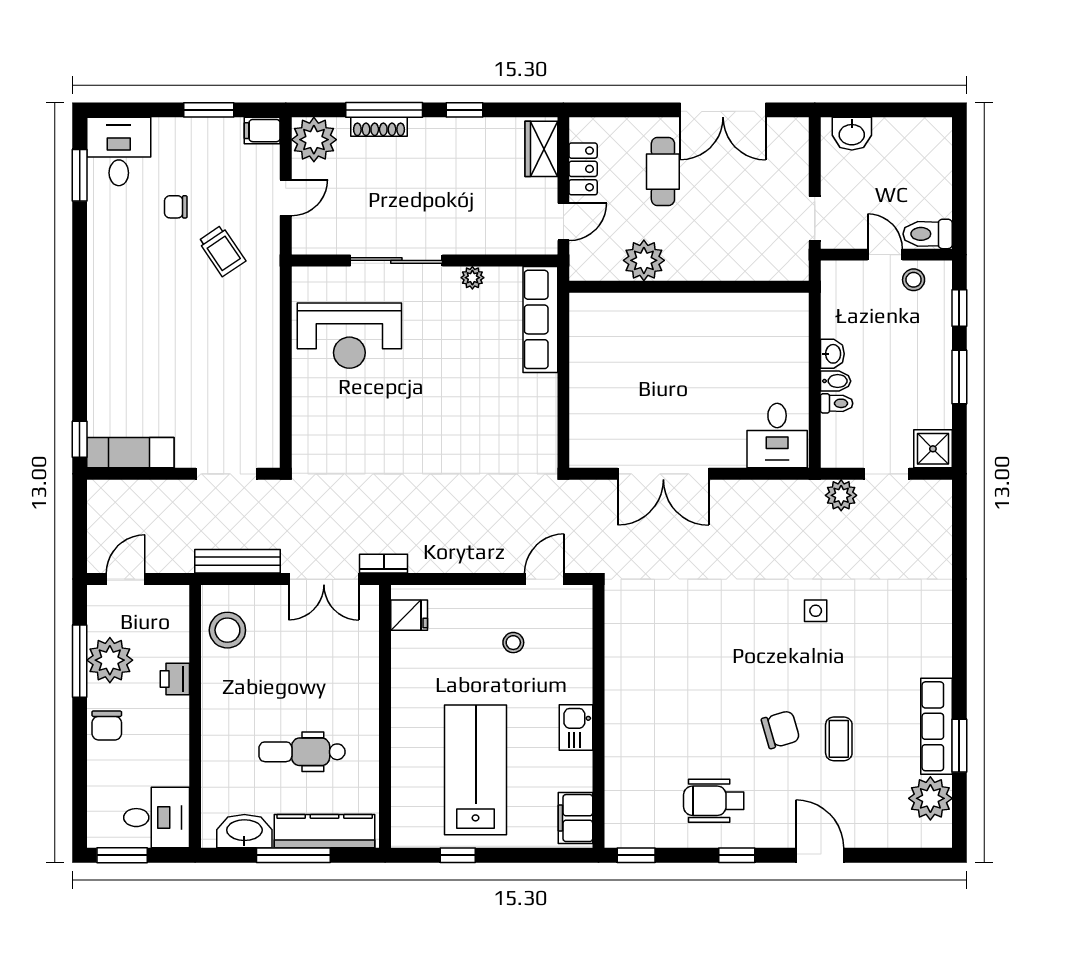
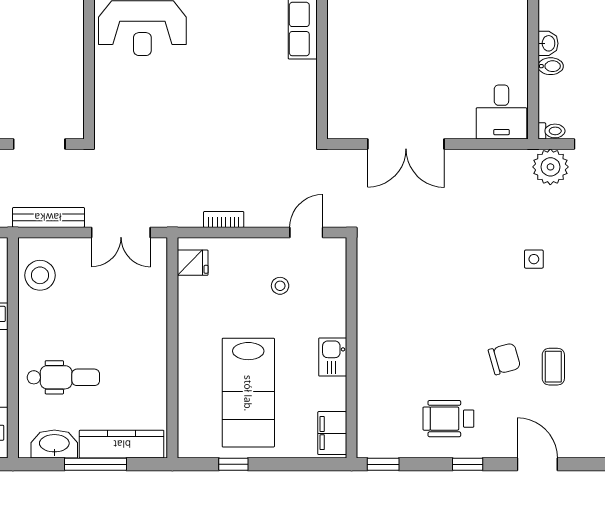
toilet: (837, 403) -> (551, 131), moved
plant: (841, 495) -> (550, 167), width x1.36, depth x1.36
bookcase: (384, 564) -> (224, 219), moved
dental chair: (302, 752) -> (63, 377), moved, turned 180
lab bench: (476, 770) -> (248, 393), turned 180

